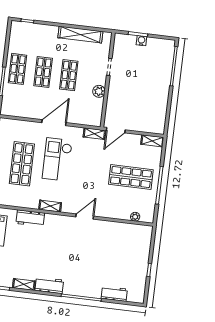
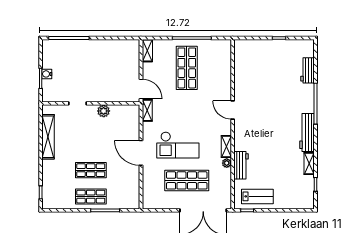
shop shelf: (69, 75) -> (91, 144), removed
plant: (135, 217) -> (227, 163), moved
workbench: (49, 285) -> (307, 132), width x1.38

